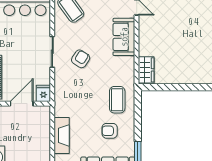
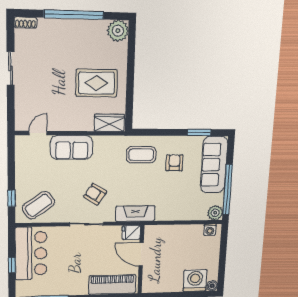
rug: (181, 58) -> (97, 83), added
armchair: (110, 131) -> (174, 163), turned 180
fireplace: (62, 135) -> (135, 214), moved

